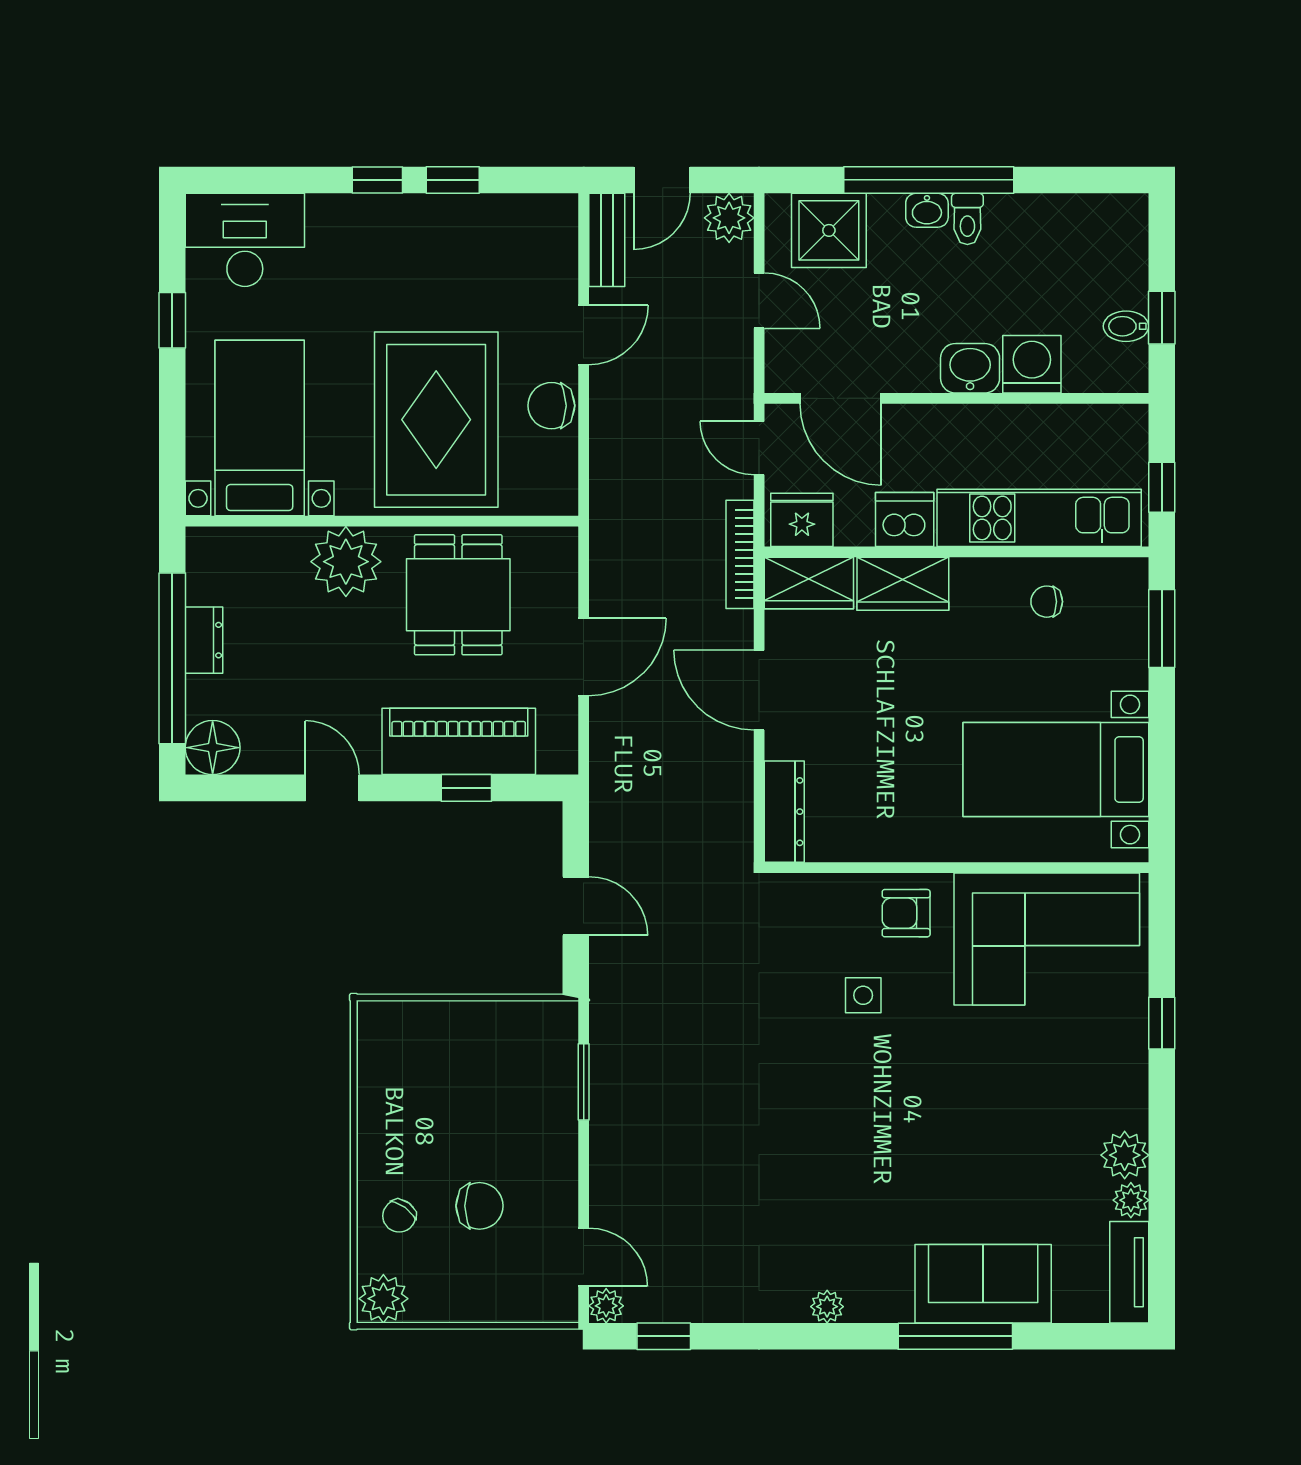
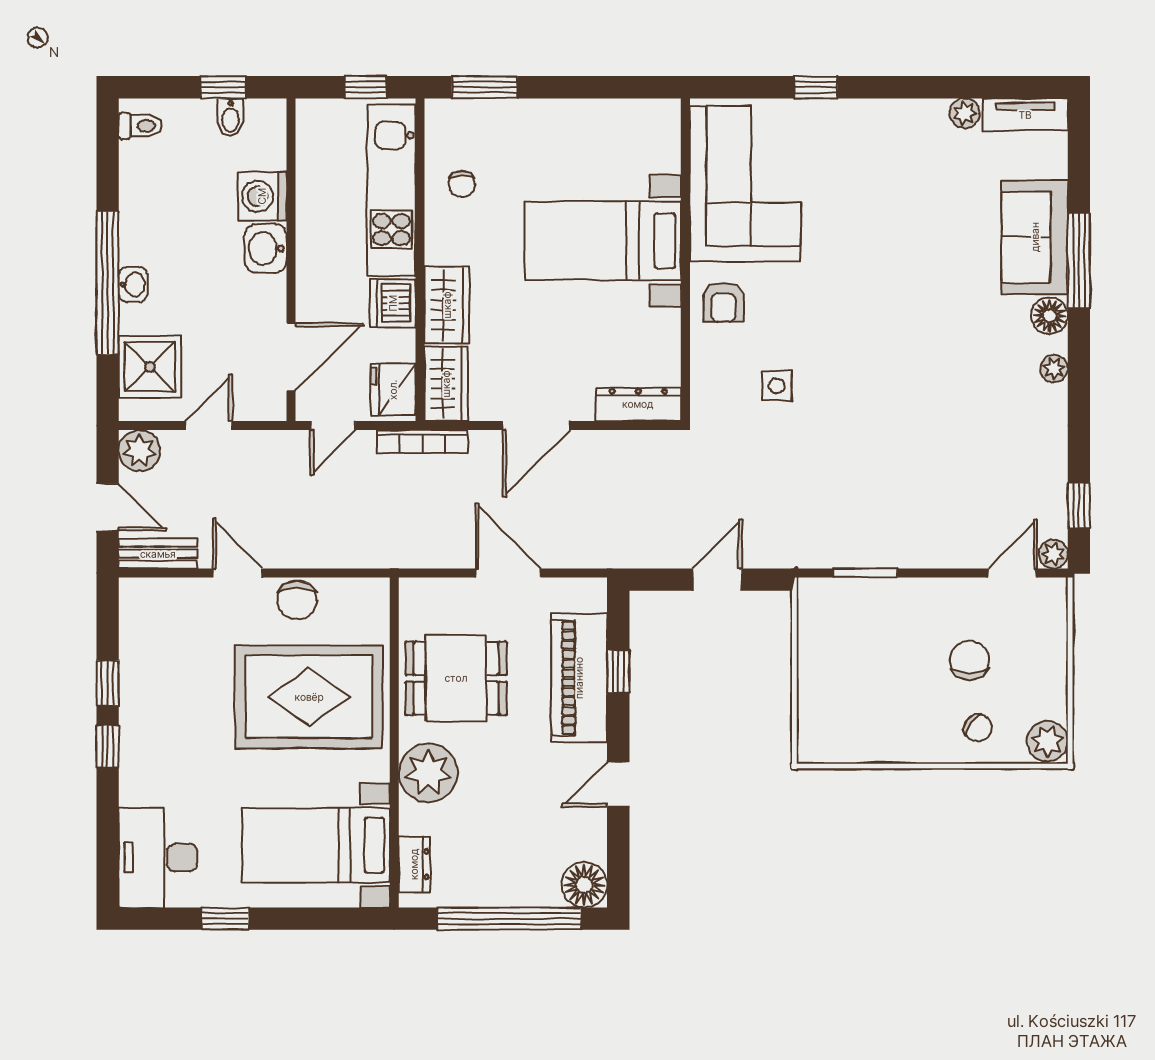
toilet: (967, 219) -> (140, 126), moved
dresser: (204, 640) -> (414, 864), moved, turned 90
bed with nightstands: (1056, 769) -> (603, 241), moved, turned 90
side table: (863, 995) -> (777, 386), moved
plant: (1125, 1155) -> (927, 118), removed
floor lamp: (890, 1301) -> (1049, 316), added

